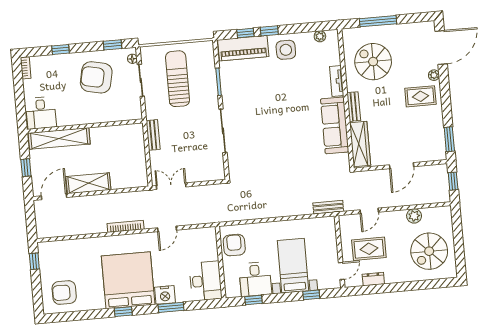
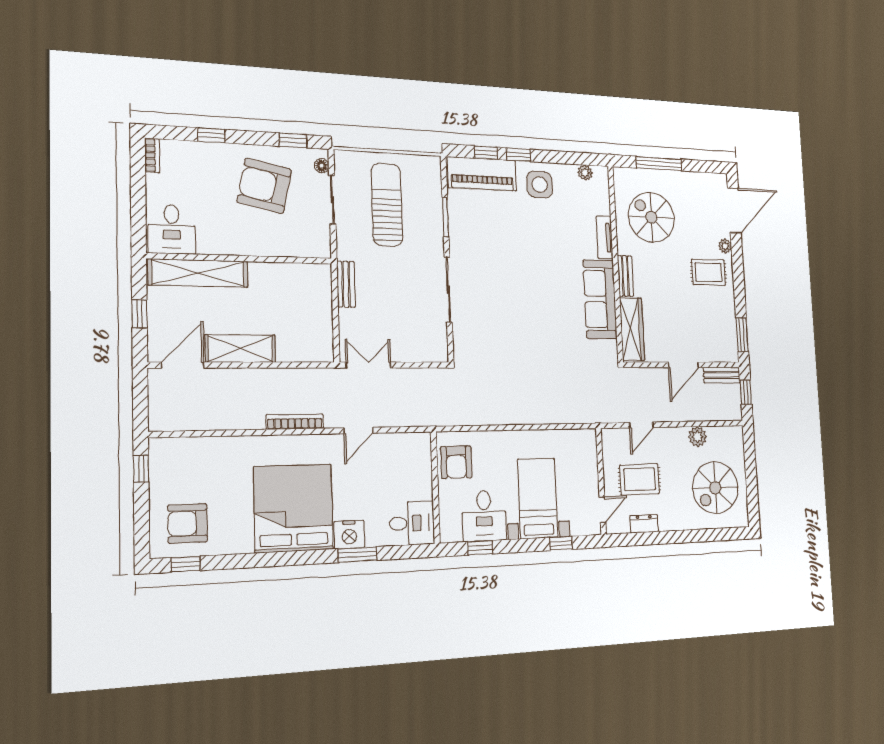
bench: (328, 207) -> (722, 375), moved
armchair: (234, 245) -> (456, 462), turned 180
desk: (205, 281) -> (412, 523), width x0.73
window: (123, 312) -> (186, 564), moved

